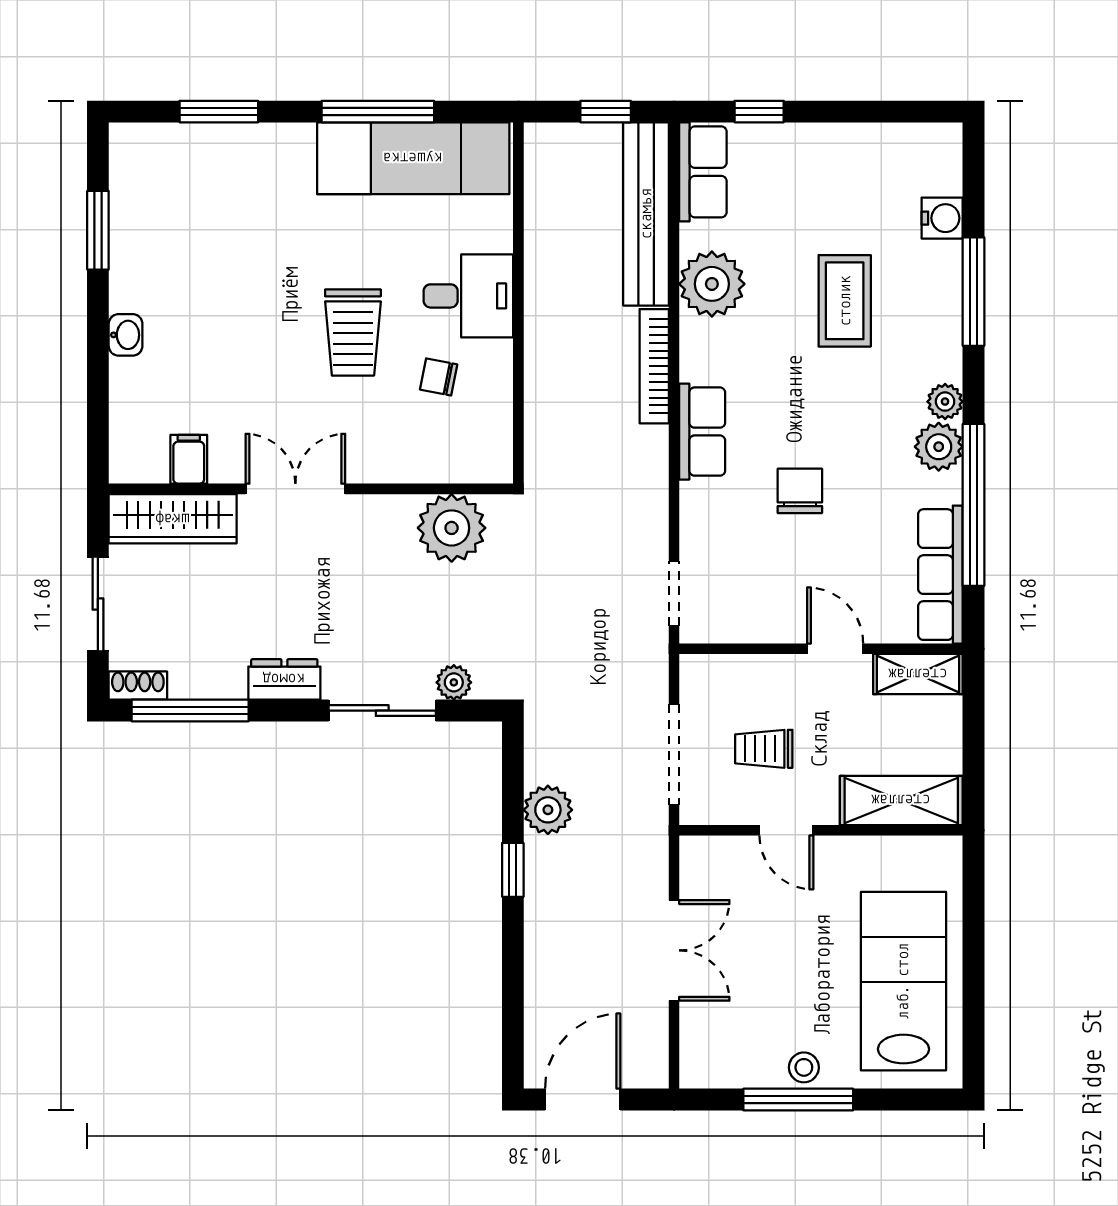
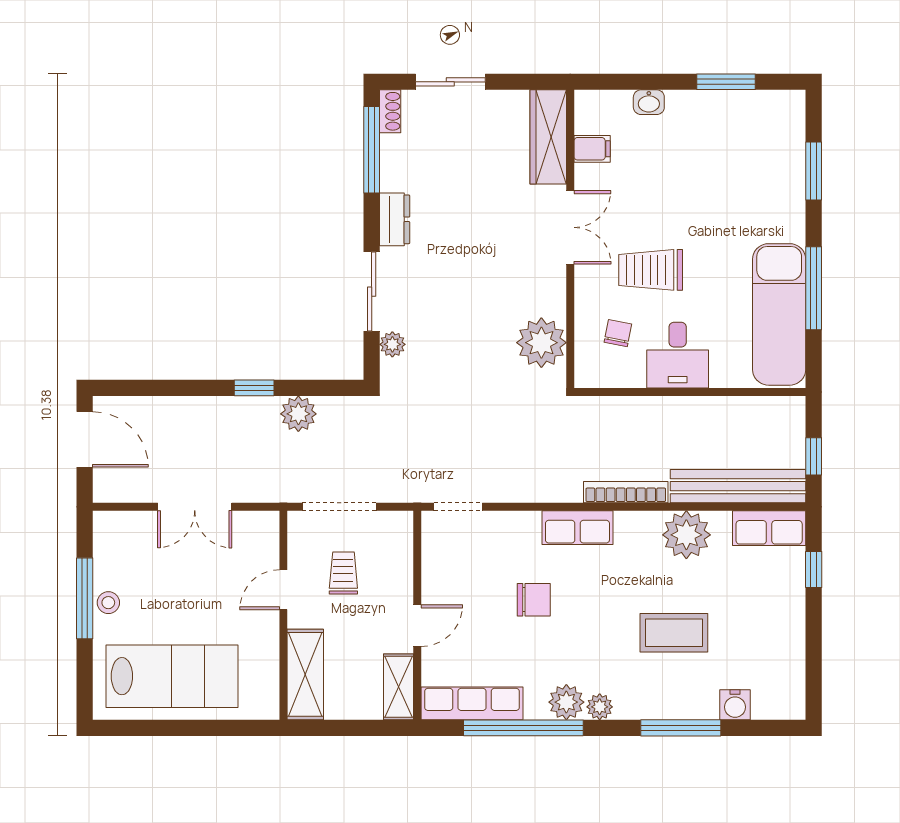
filing cabinet: (189, 459) -> (592, 149), moved
double door: (295, 489) -> (570, 227), moved
wall: (311, 489) -> (570, 239), moved
wardrobe: (173, 519) -> (548, 137), moved
plant: (452, 528) -> (541, 343), moved

